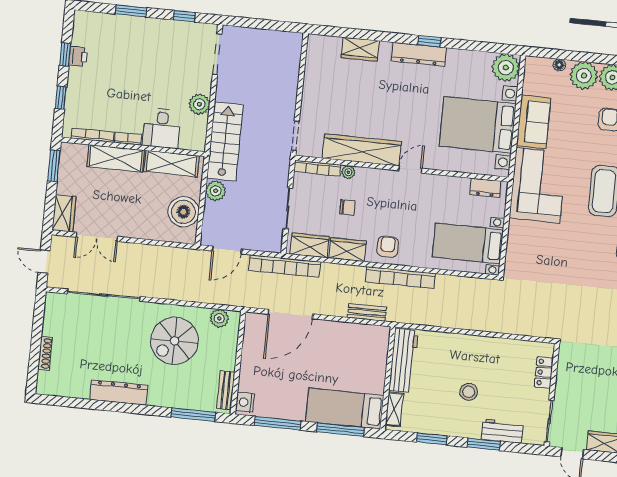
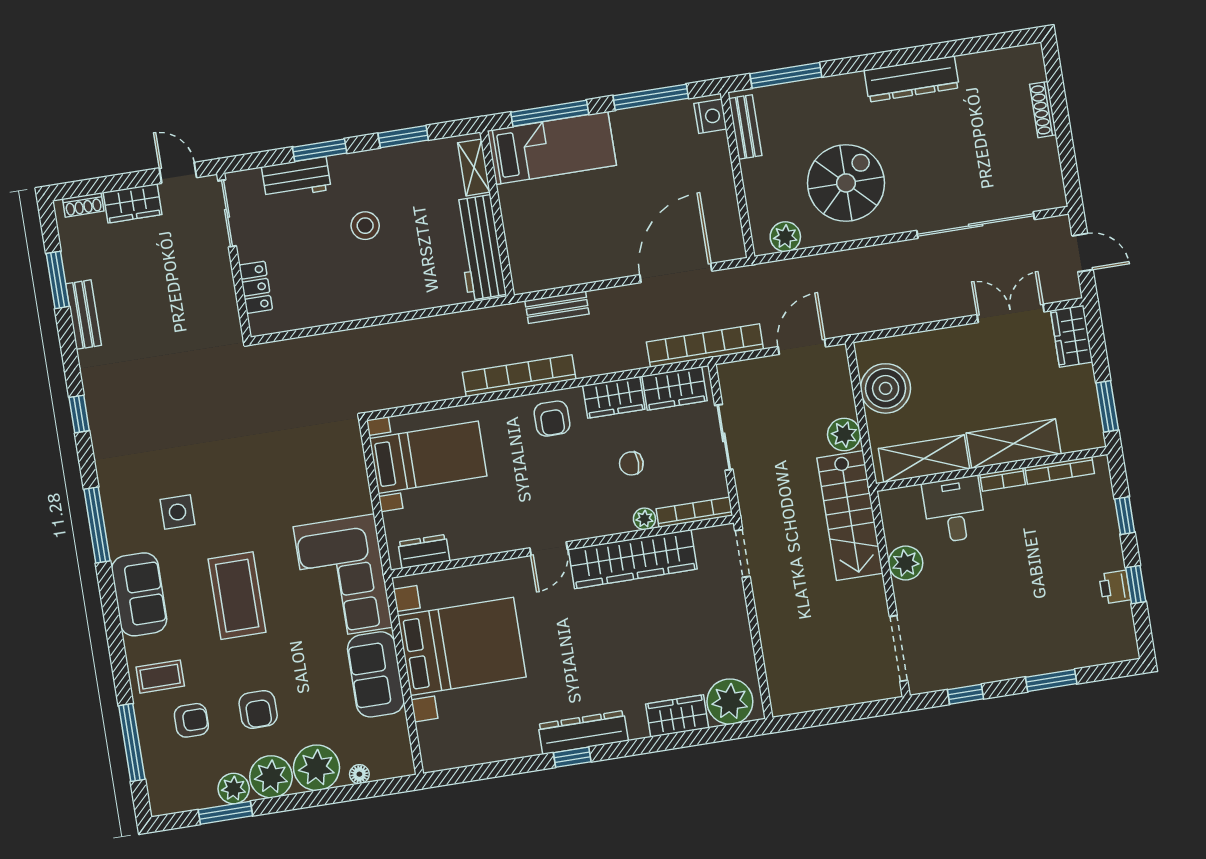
plant: (506, 68) -> (730, 702), moved

